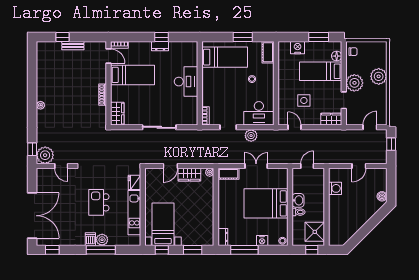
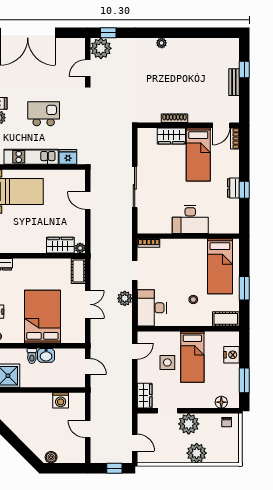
bed: (321, 71) -> (192, 357), moved, turned 180
wardrobe: (117, 114) -> (171, 136), moved
wardrobe: (189, 175) -> (60, 245), moved, turned 90

